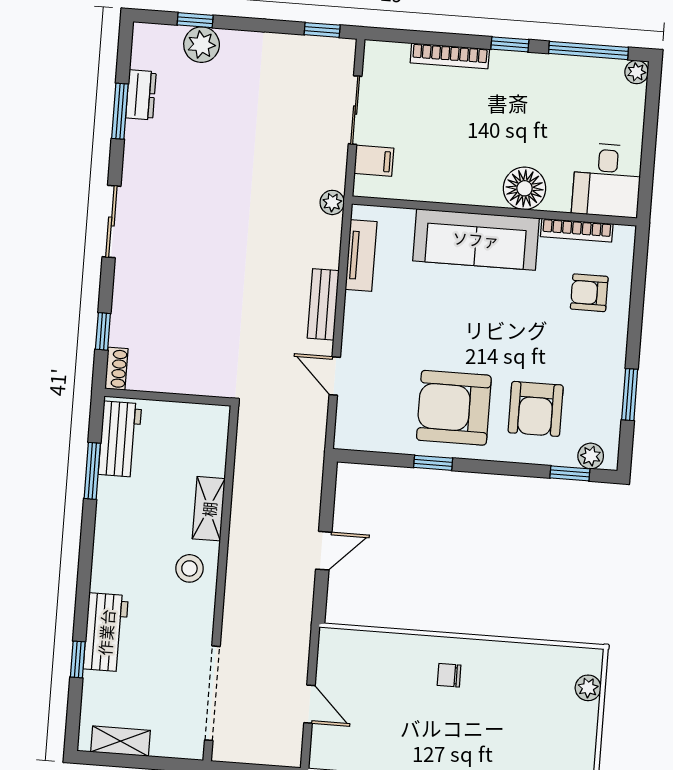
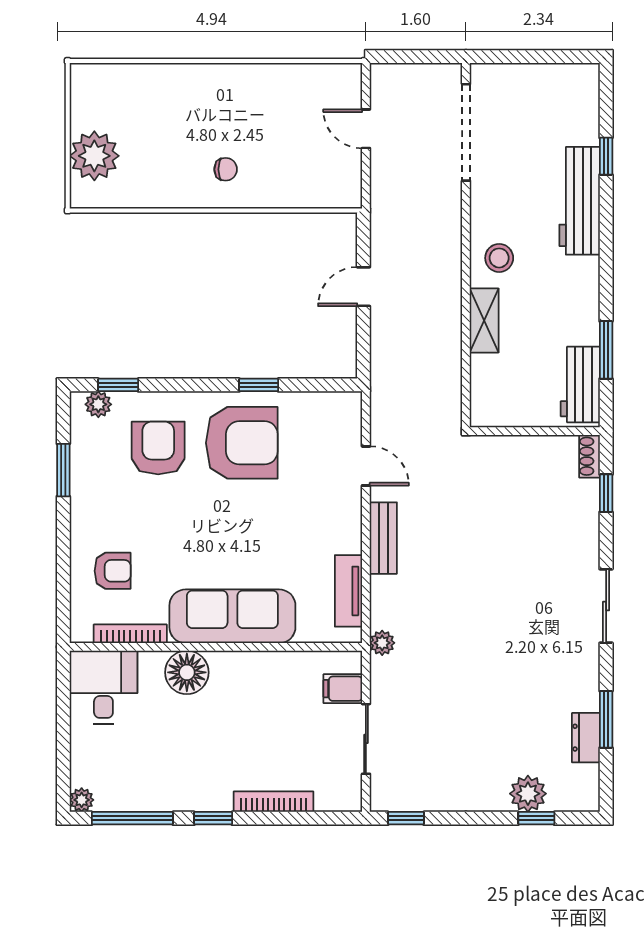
workbench: (106, 632) -> (580, 201), width x1.38
plant: (588, 688) -> (94, 156), width x1.87, depth x1.87
shelving: (121, 741) -> (556, 76), removed

